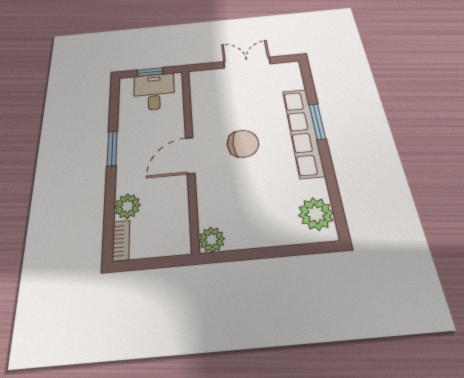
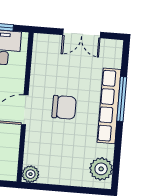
double door: (247, 63) -> (82, 33), swing flipped
window: (317, 121) -> (122, 99), width x1.44

